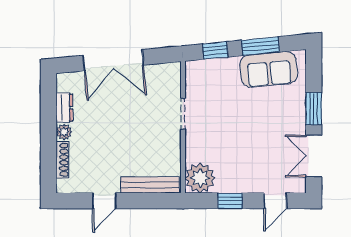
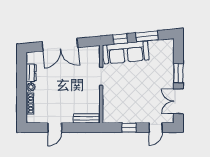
sofa: (269, 69) -> (126, 53), moved, width x1.36
plant: (200, 178) -> (111, 114), removed
bench: (150, 185) -> (86, 118), width x0.73

